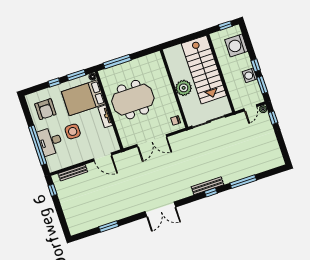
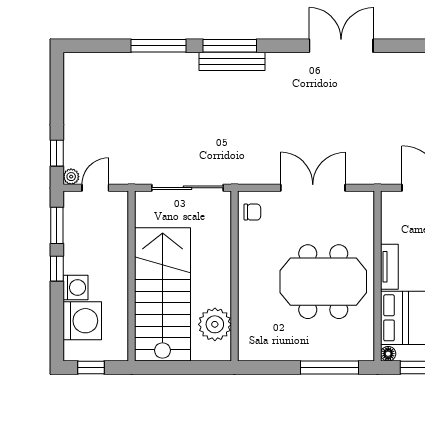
washing machine: (250, 75) -> (76, 288), moved
plant: (184, 88) -> (215, 324), moved
window: (211, 192) -> (230, 46), width x2.17

